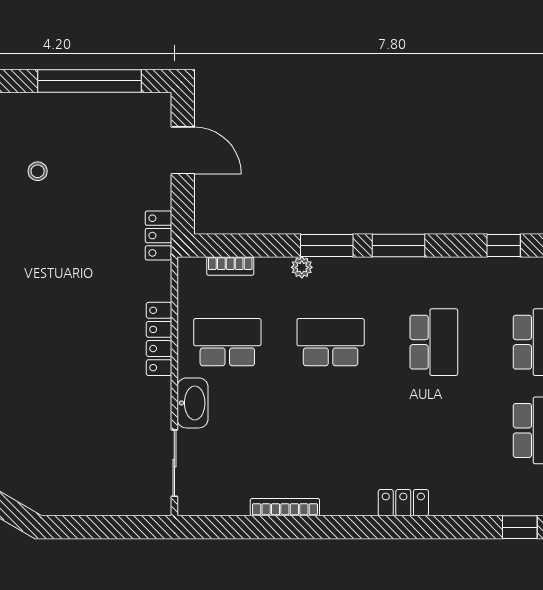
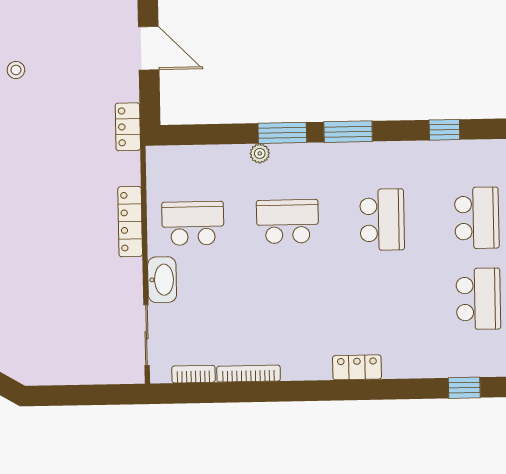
bookcase: (230, 266) -> (194, 374), moved, turned 180

